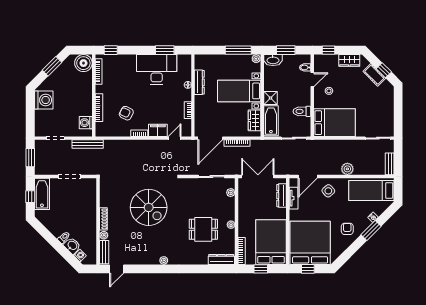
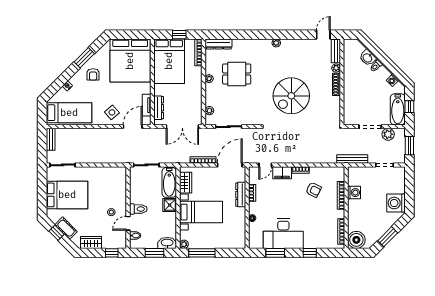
window: (111, 50) -> (310, 253), moved
dresser: (199, 82) -> (241, 195), moved
toilet: (302, 111) -> (138, 209), moved
washing machine: (86, 123) -> (354, 193), moved
bed: (335, 123) -> (67, 195), moved, turned 180
plant: (347, 169) -> (388, 134), moved
spiral stairs: (149, 207) -> (291, 96), turned -90
window: (371, 231) -> (84, 58), moved
washing machine: (80, 256) -> (392, 80), moved
window: (308, 269) -> (132, 35), removed

